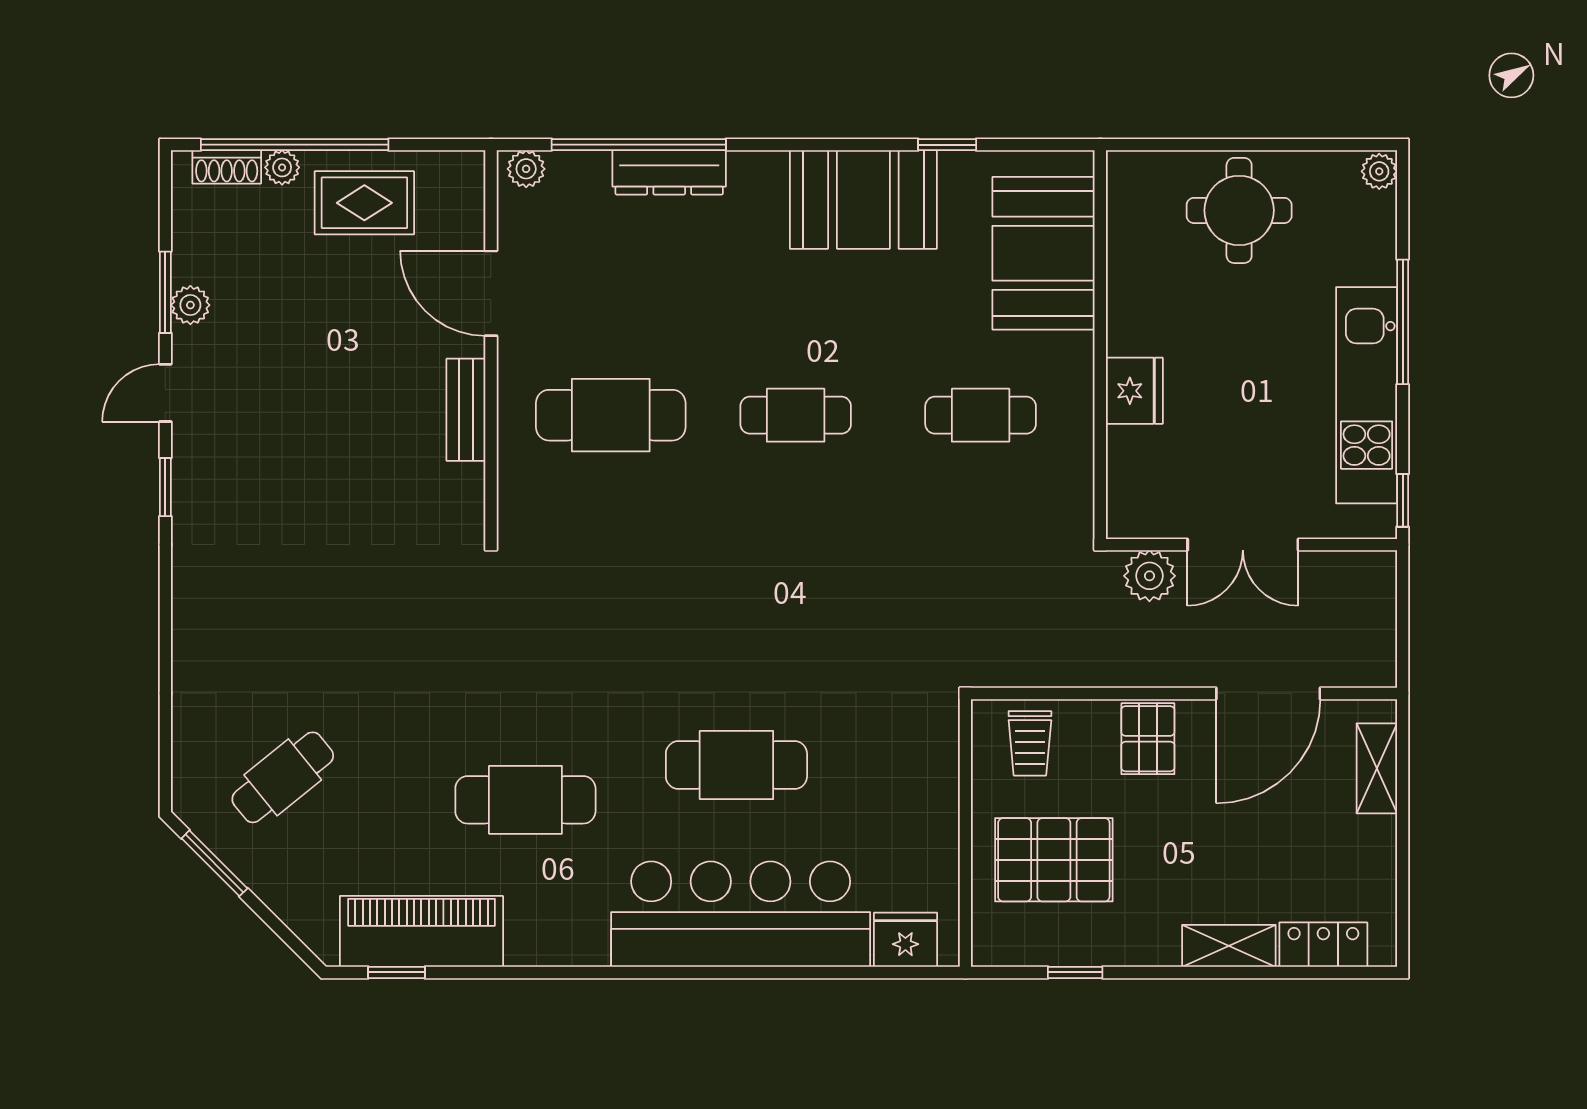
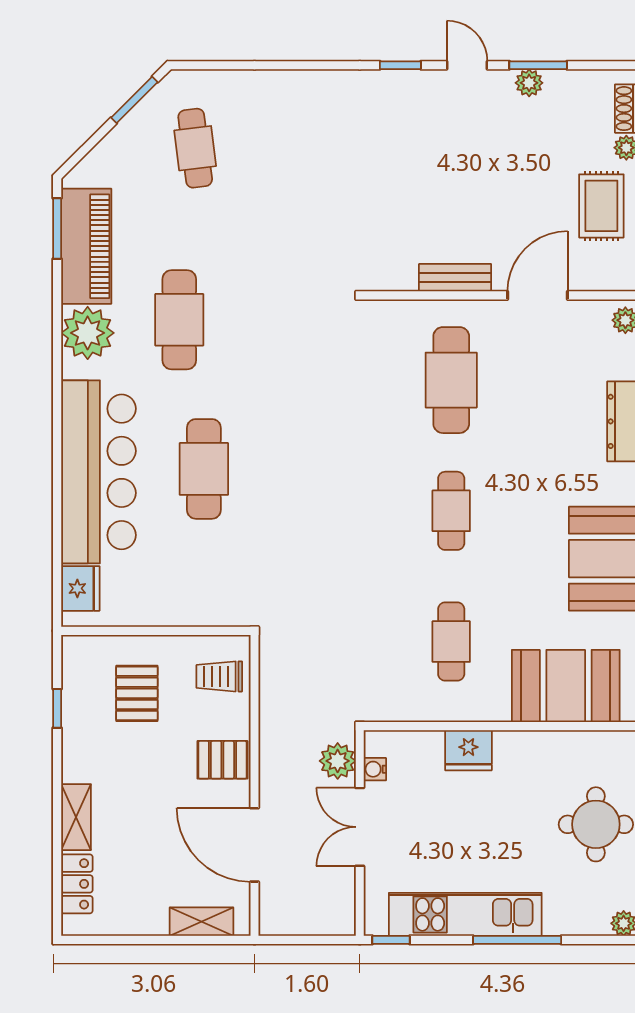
water cooler: (1161, 523) -> (375, 769), added
cafe table: (283, 777) -> (195, 148), turned 32
pallet: (1054, 860) -> (137, 693), width x0.67, depth x0.71
plant: (544, 930) -> (88, 333), added
window: (396, 972) -> (57, 229), width x1.50

